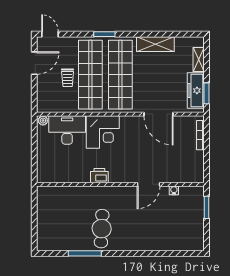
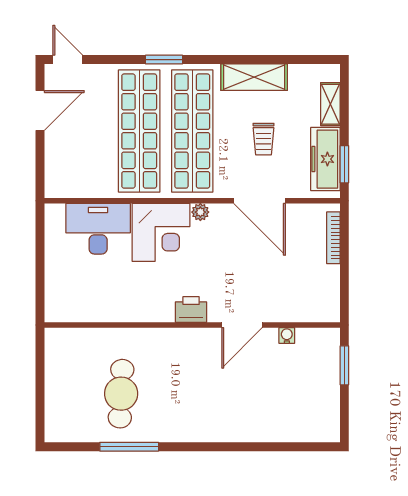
trolley: (68, 78) -> (263, 139), moved
plant: (43, 121) -> (200, 212), moved
printer: (99, 176) -> (191, 310), moved
cafe table: (102, 229) -> (121, 394), moved

